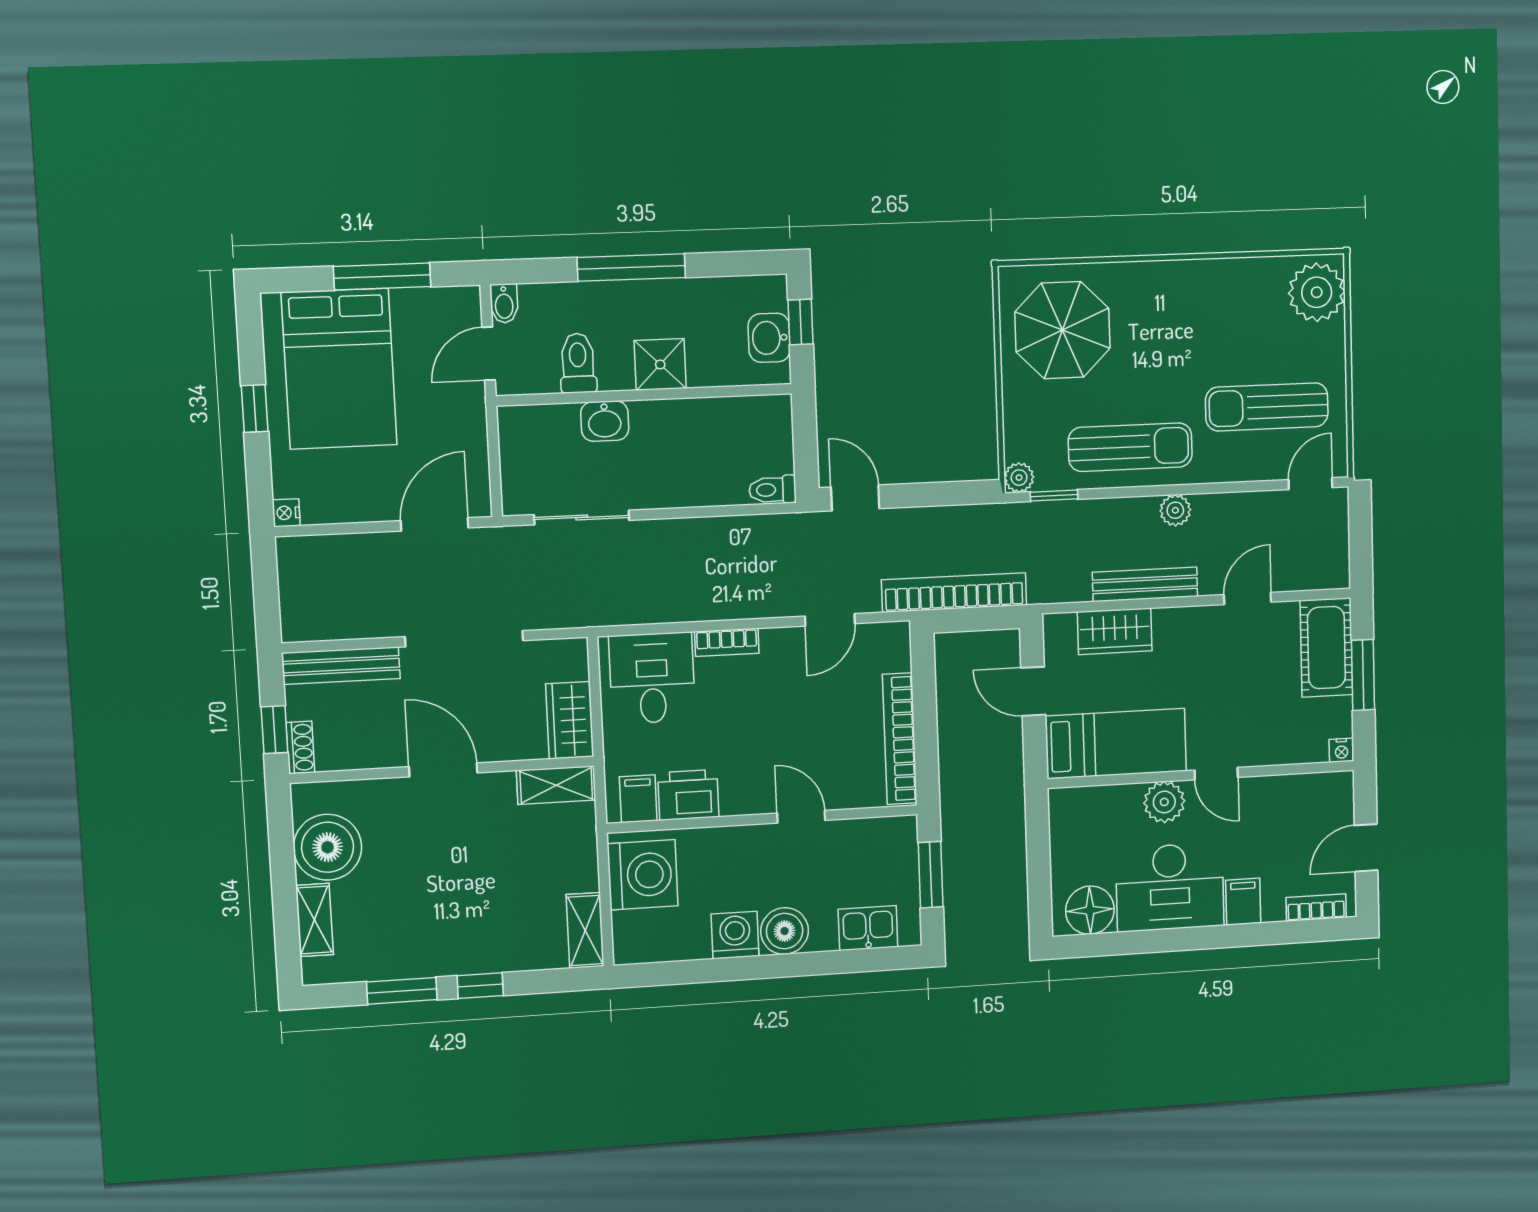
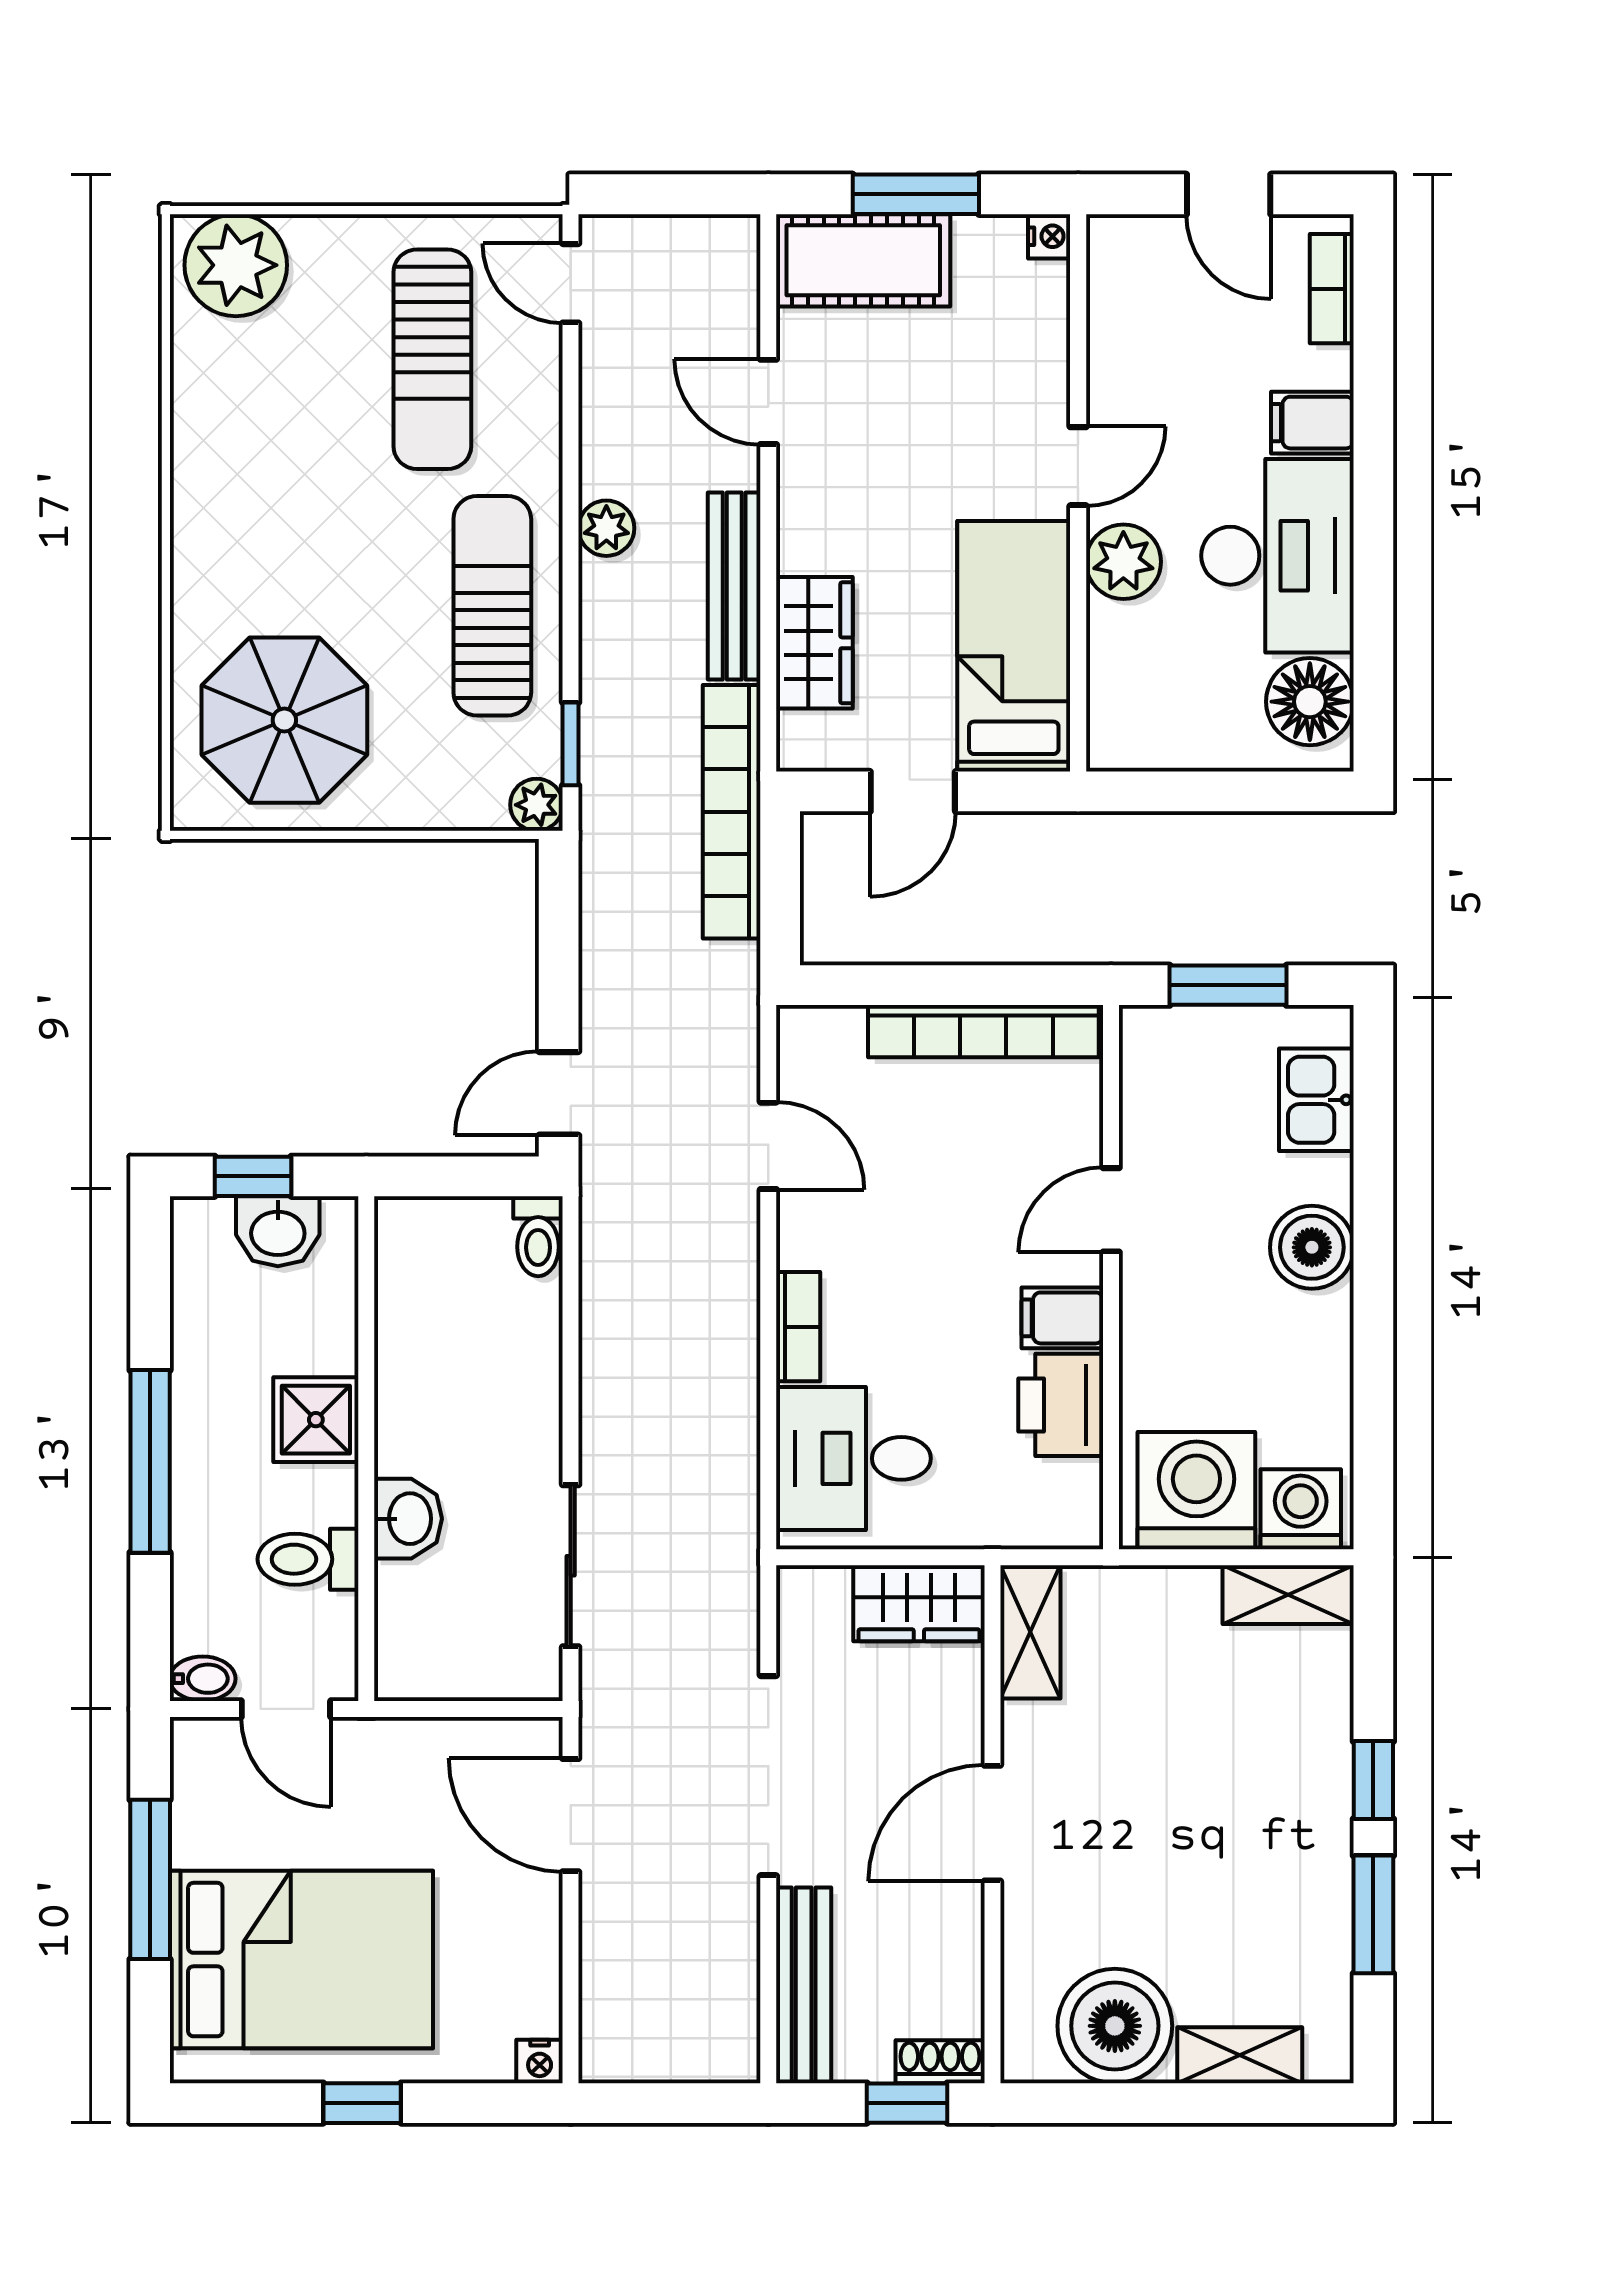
bookcase: (954, 593) -> (732, 812), moved
filing cabinet: (638, 799) -> (1062, 1318), moved
washing machine: (735, 935) -> (1301, 1509), moved, turned 90

